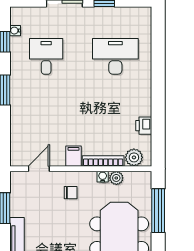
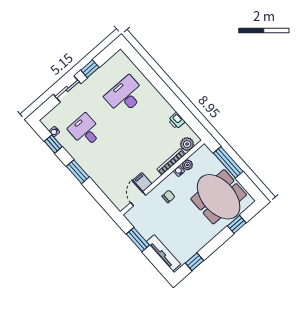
filing cabinet: (73, 156) -> (143, 182), moved

